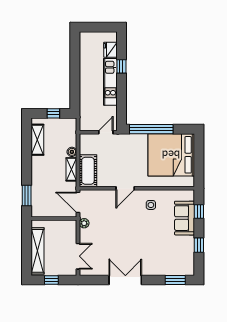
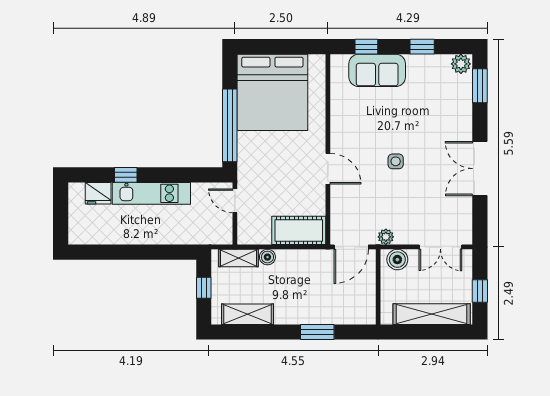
shelving: (71, 169) -> (238, 258), moved
window: (27, 196) -> (317, 332), moved
side table: (151, 205) -> (396, 161), moved
boiler: (70, 230) -> (397, 260), added
double door: (78, 256) -> (440, 247), swing flipped
plant: (188, 269) -> (461, 64), added

